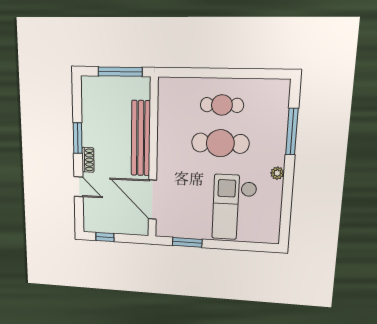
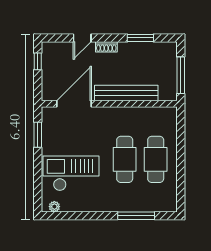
cafe table: (222, 105) -> (156, 159), width x1.37, depth x1.35
window: (78, 138) -> (140, 38), moved
plant: (277, 173) -> (54, 207), moved

